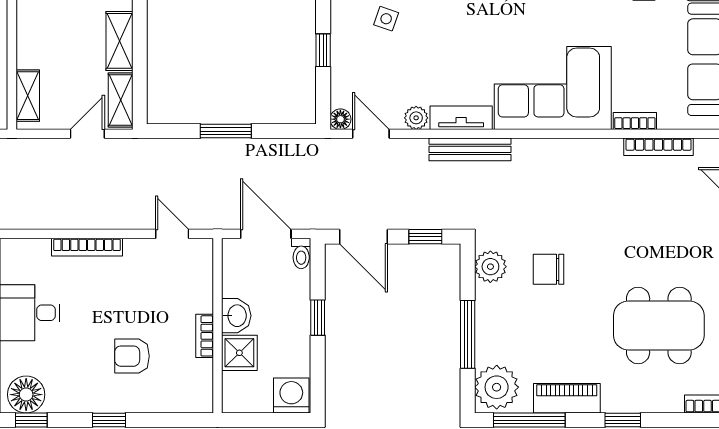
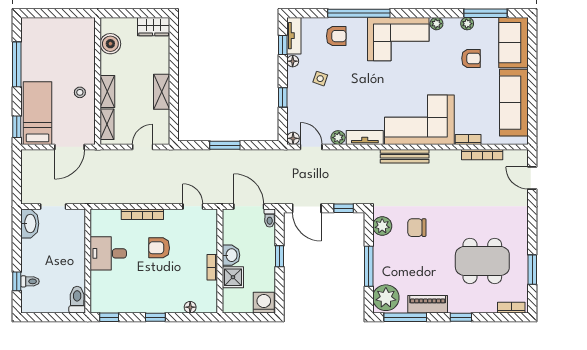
shelving: (121, 100) -> (107, 91), moved
bench: (470, 149) -> (405, 156), moved
armchair: (132, 356) -> (159, 248), moved
floor lamp: (26, 395) -> (190, 307), moved, width x0.53, depth x0.53

